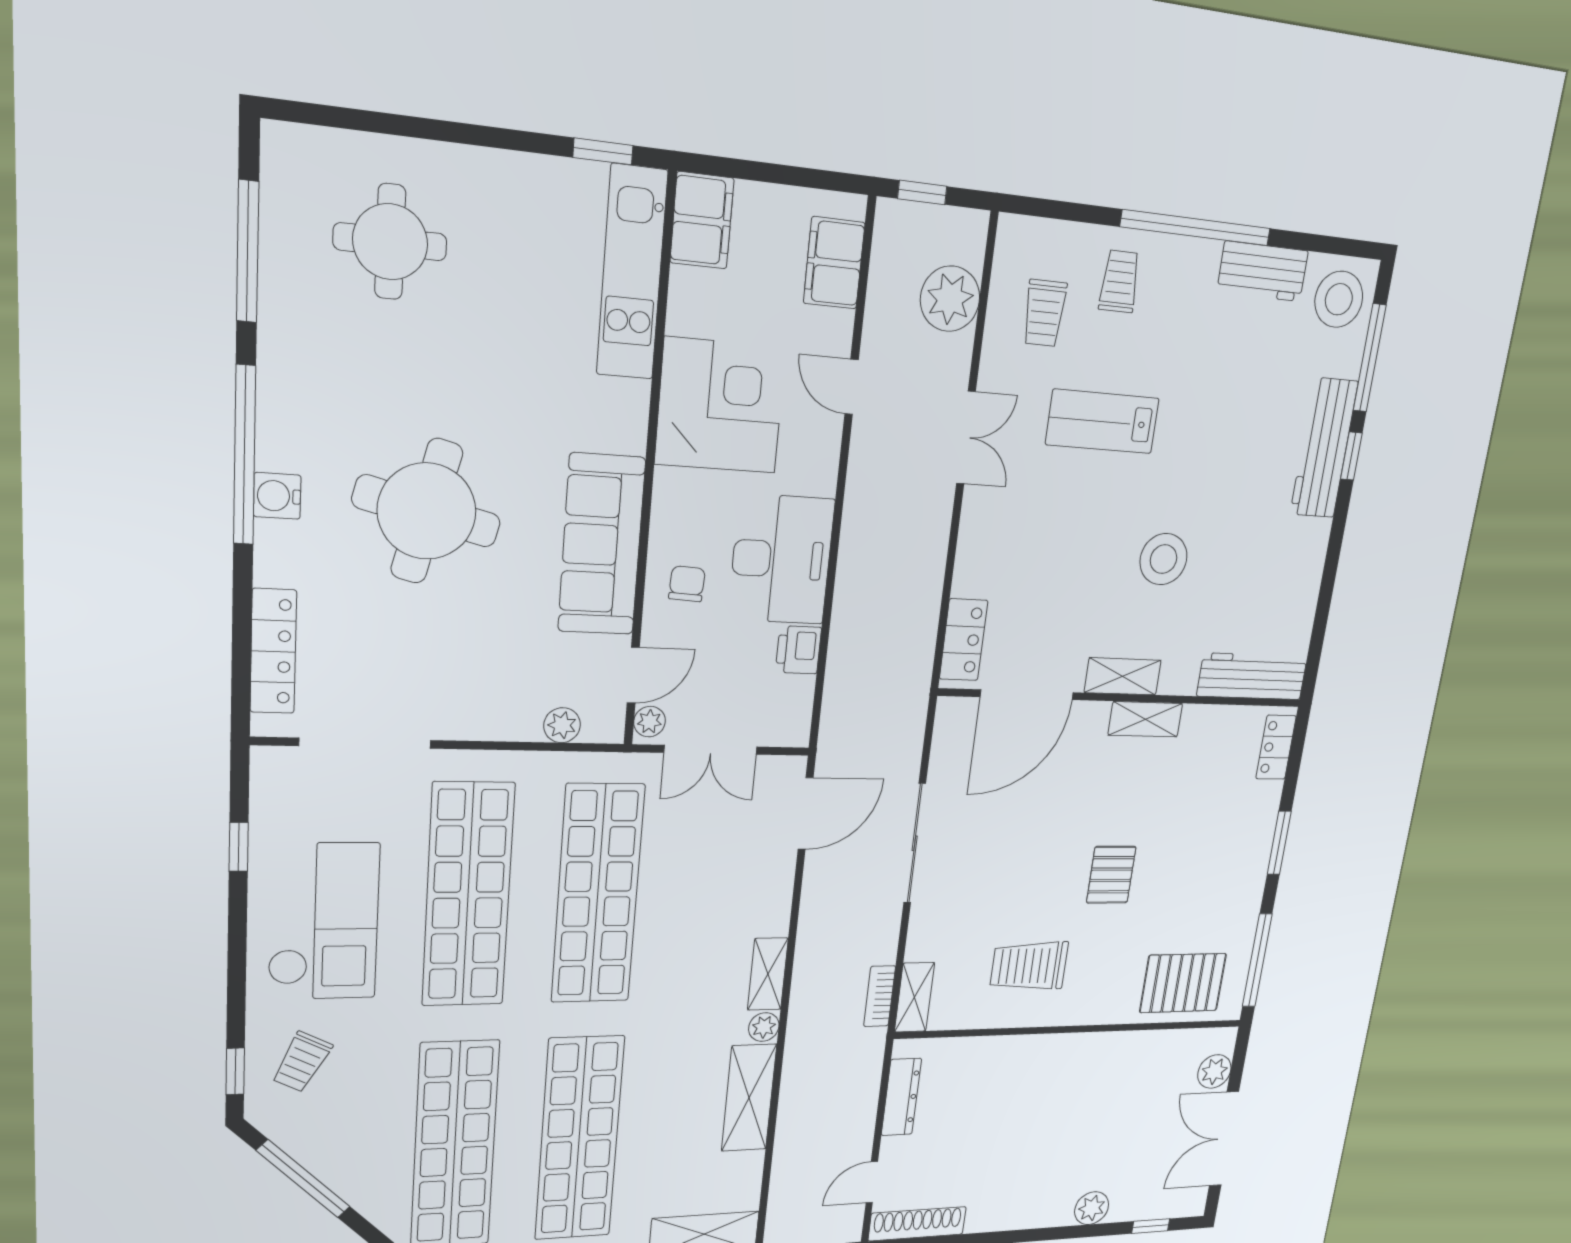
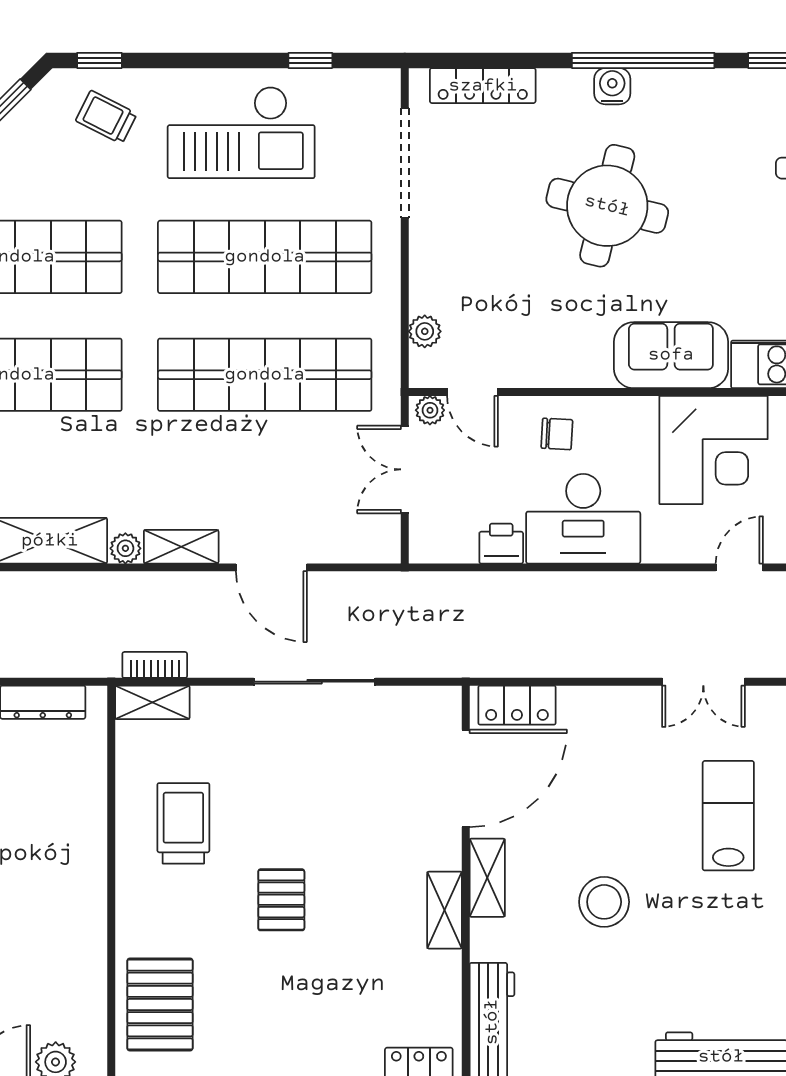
sofa: (602, 545) -> (671, 355), moved, width x0.73
door: (1027, 695) -> (466, 778), swing flipped
door: (806, 814) -> (271, 567), moved
pallet: (1111, 875) -> (281, 900), turned 90

